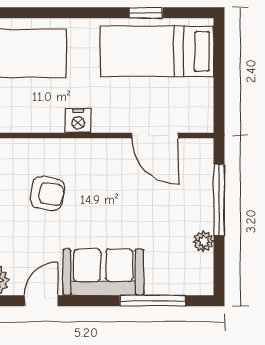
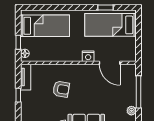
nightstand: (78, 121) -> (88, 56), moved

